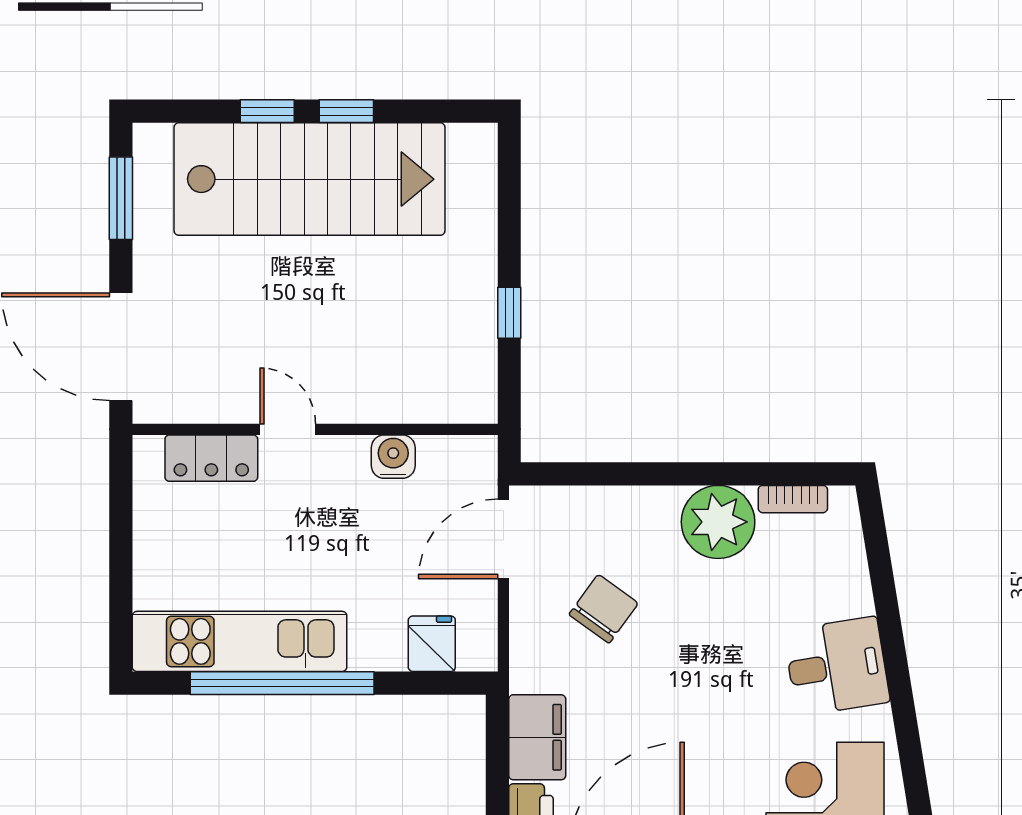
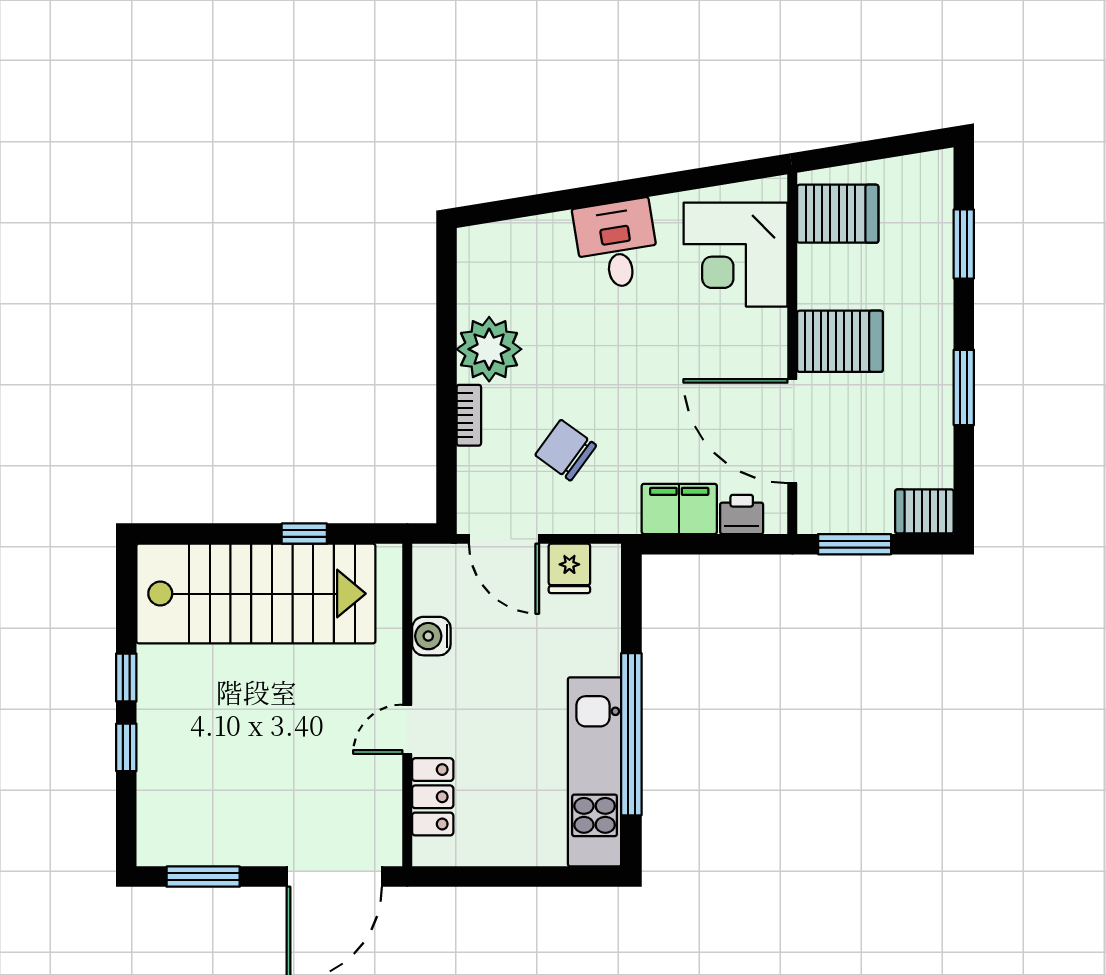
stairs: (309, 179) -> (256, 594), moved, turned 90
bookcase: (793, 499) -> (469, 415), moved
fridge: (432, 644) -> (569, 568), moved, turned -90

